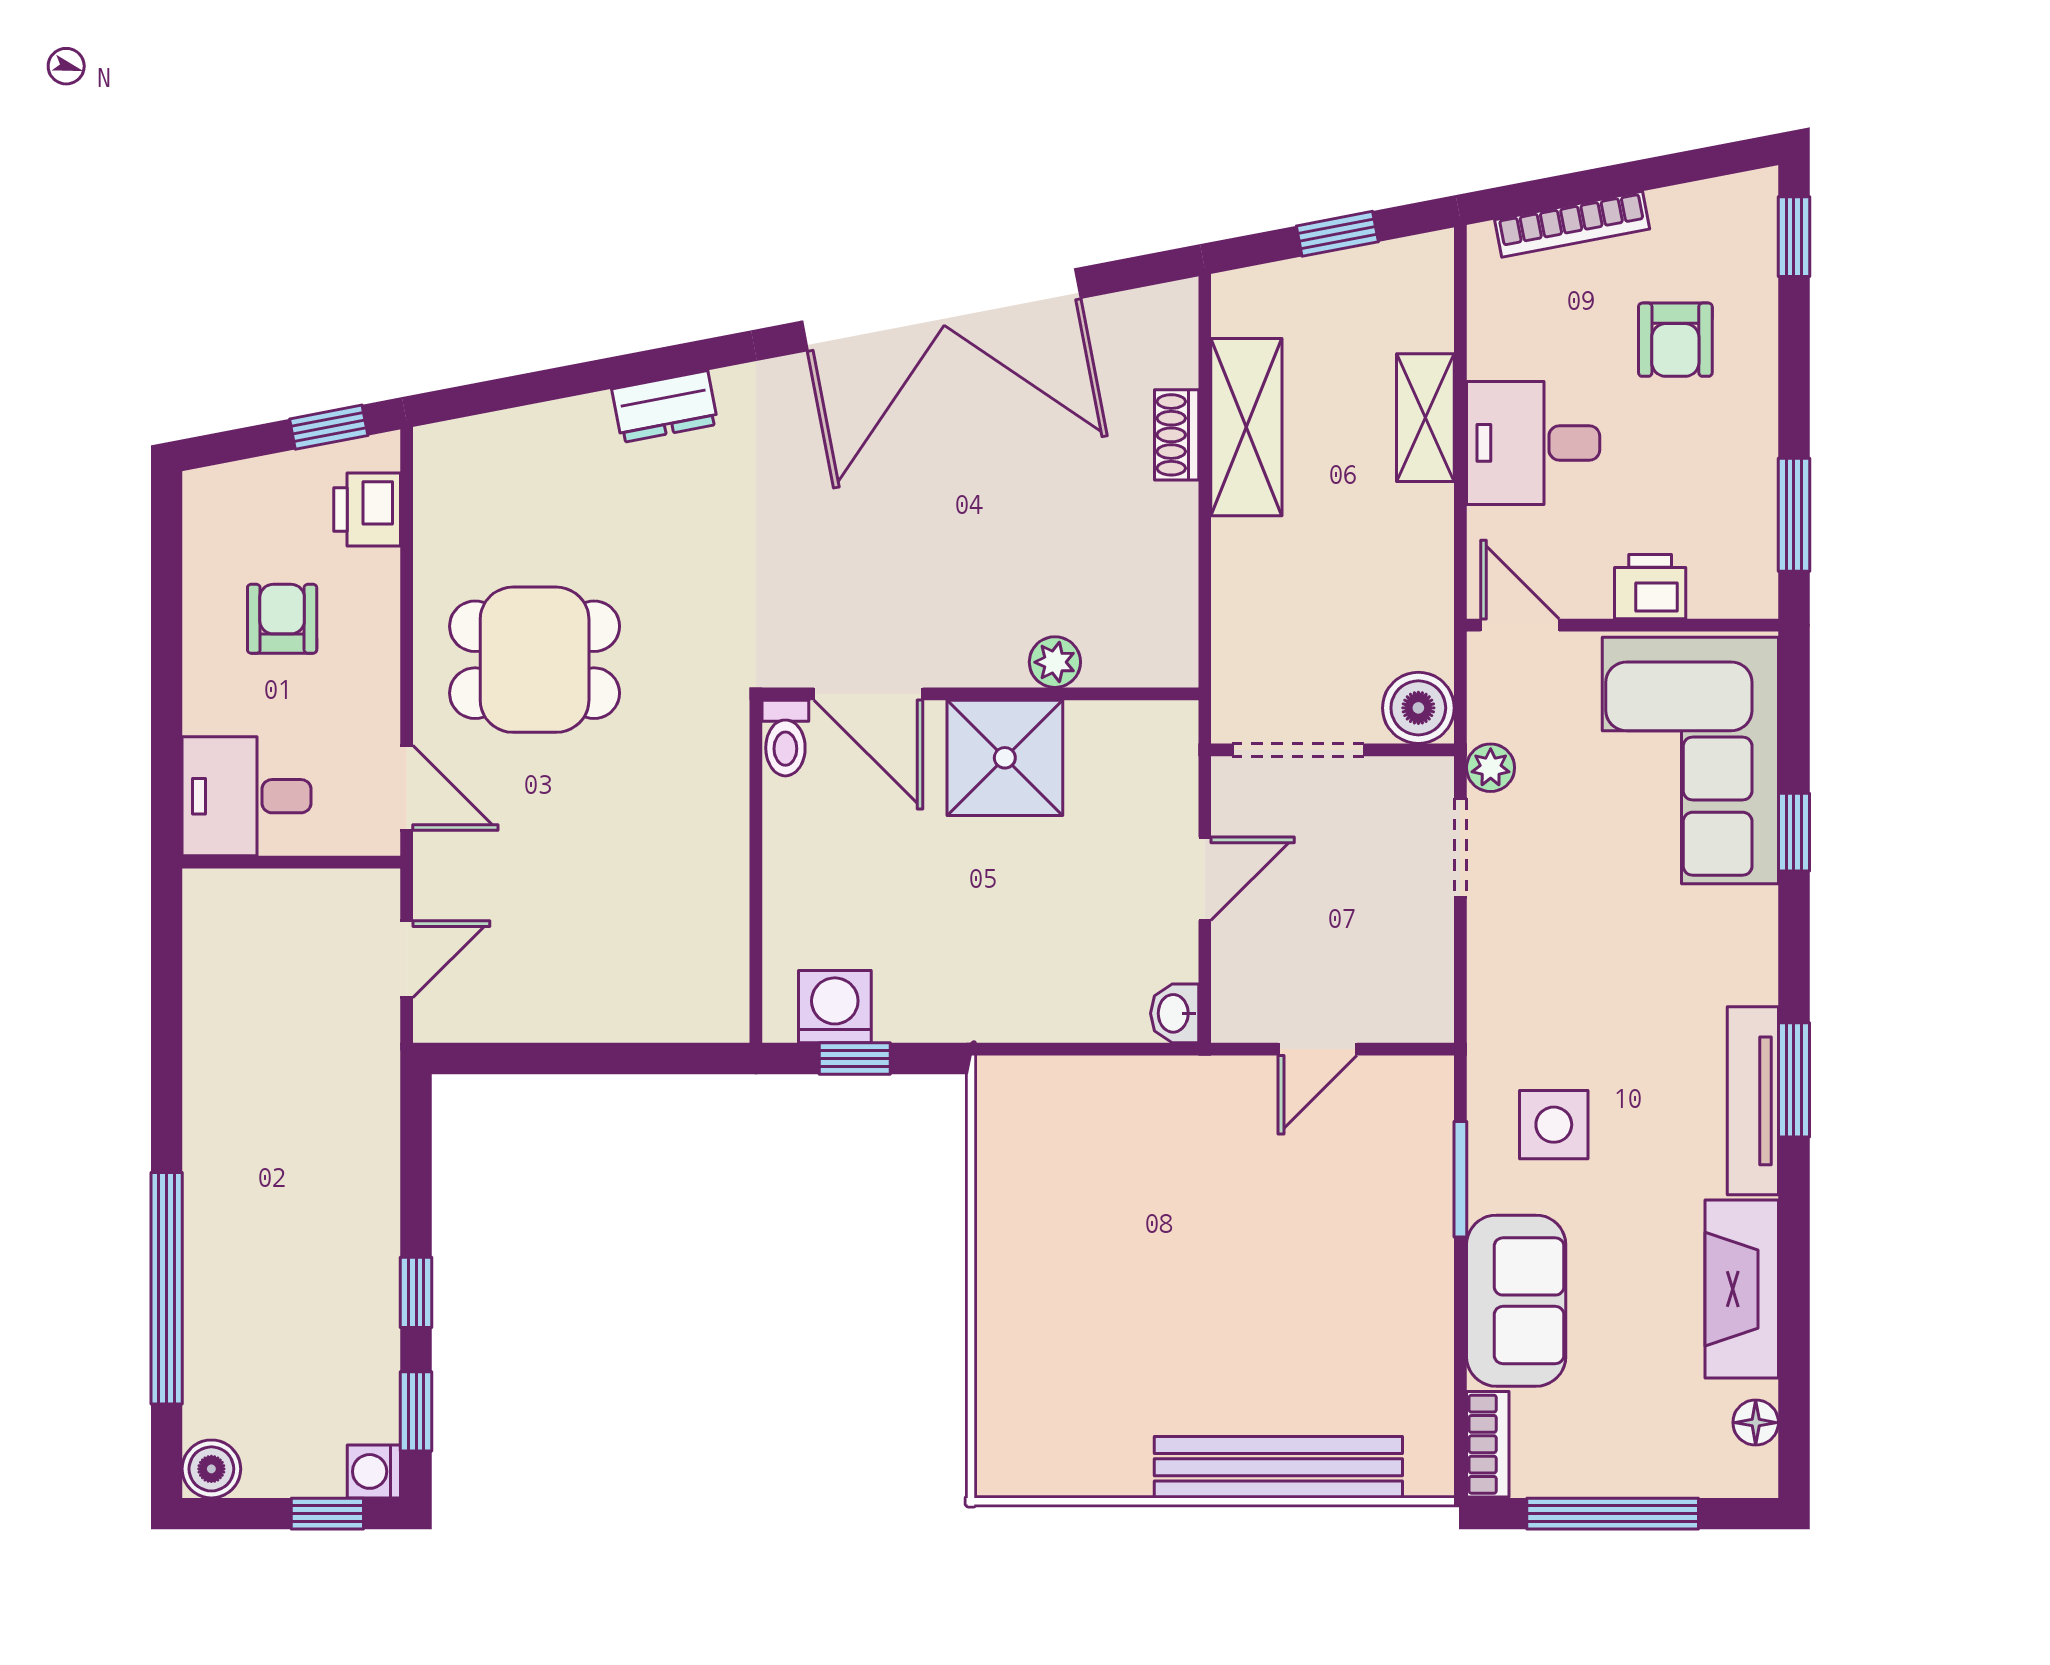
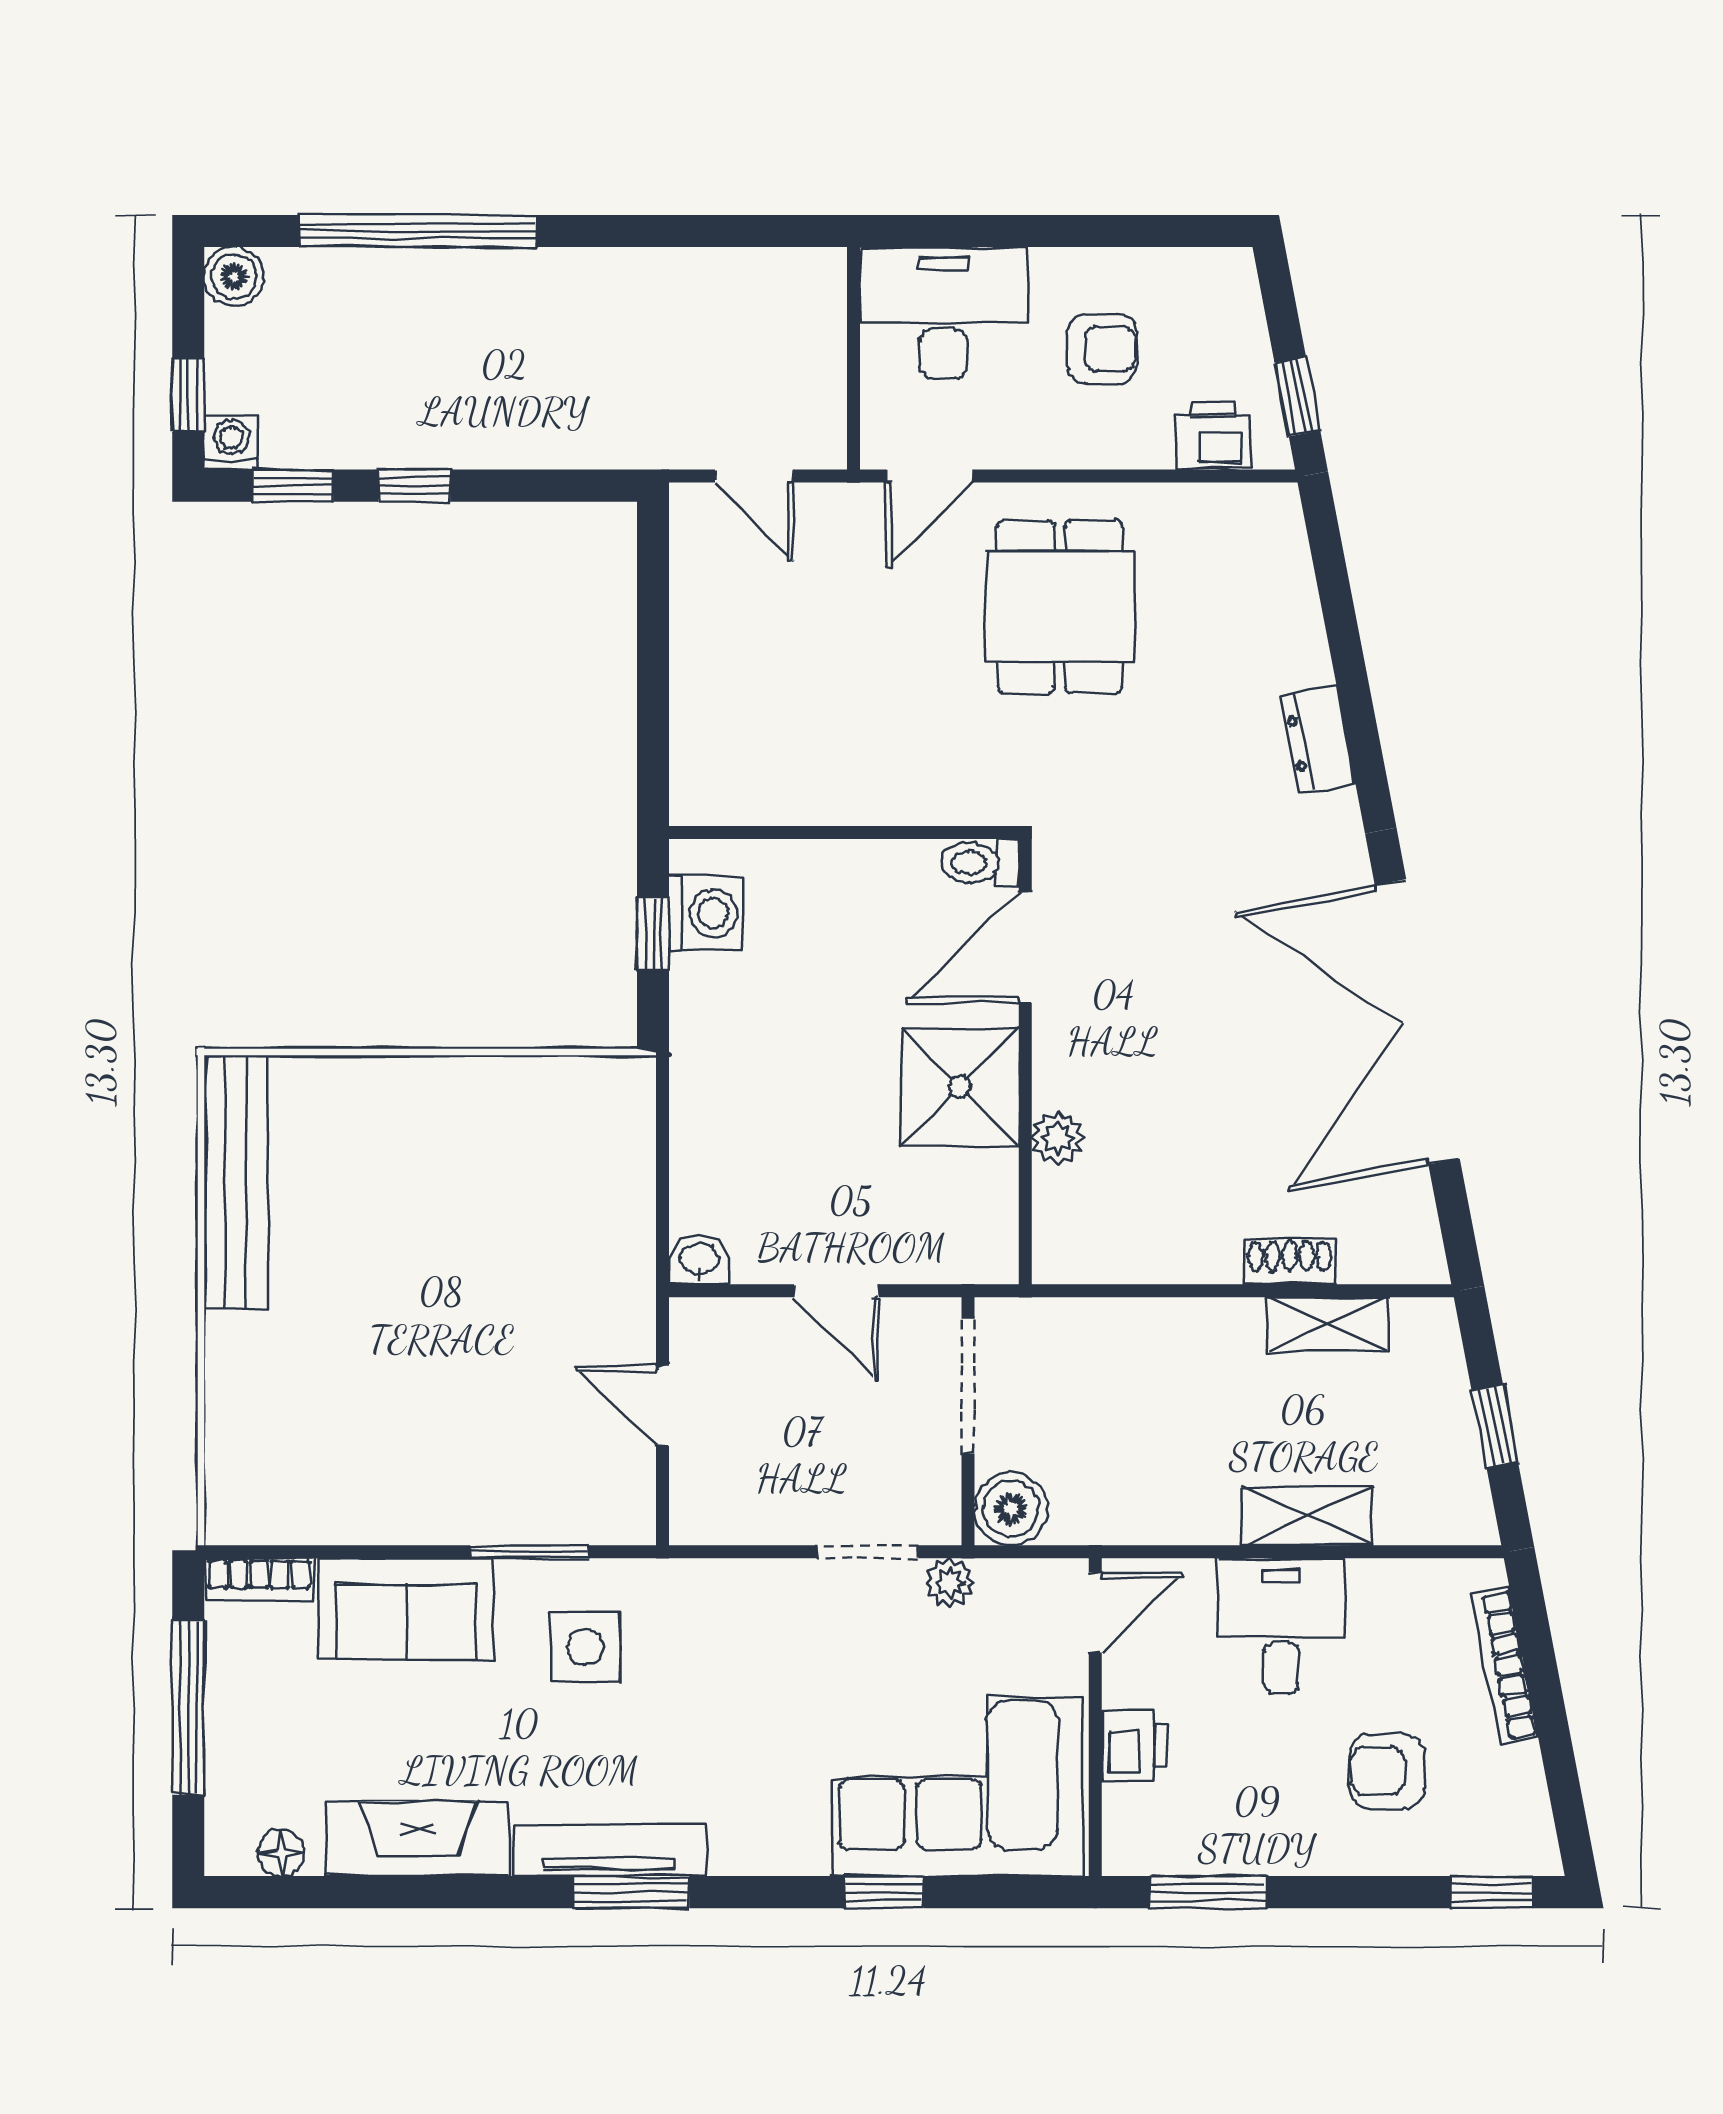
shelving: (1246, 427) -> (1328, 1324), width x0.67, depth x0.75
desk: (247, 796) -> (943, 313), width x1.37
bench: (1278, 1467) -> (236, 1182), moved

